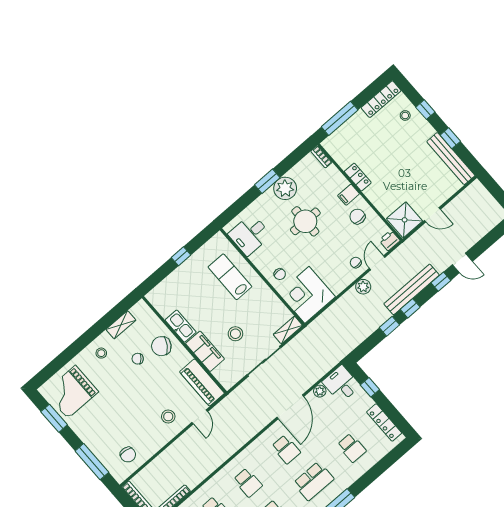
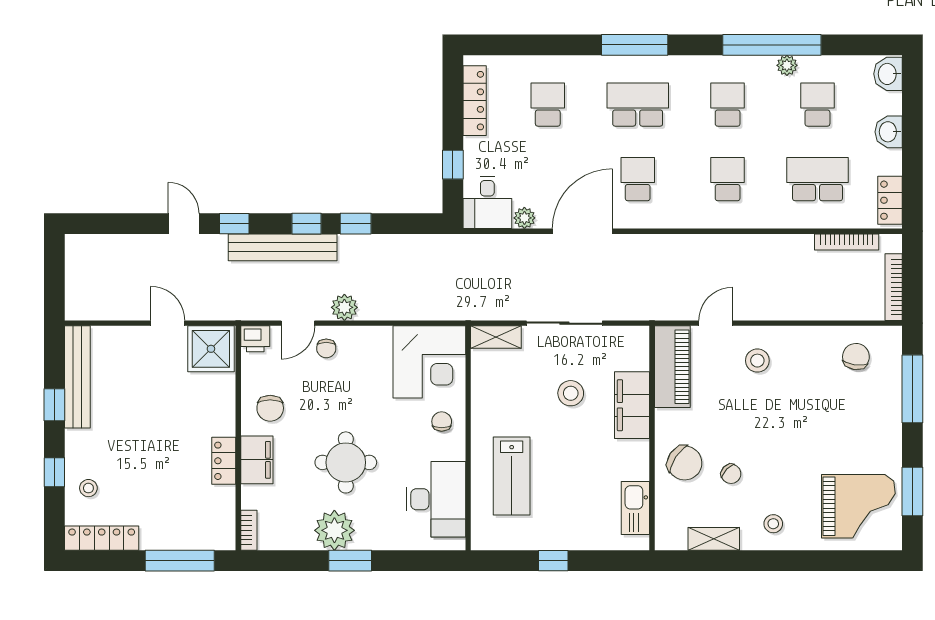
filing cabinet: (349, 195) -> (257, 460), width x2.00
desk: (250, 235) -> (436, 499), width x1.37
kitchen sink: (181, 326) -> (635, 508), moved

